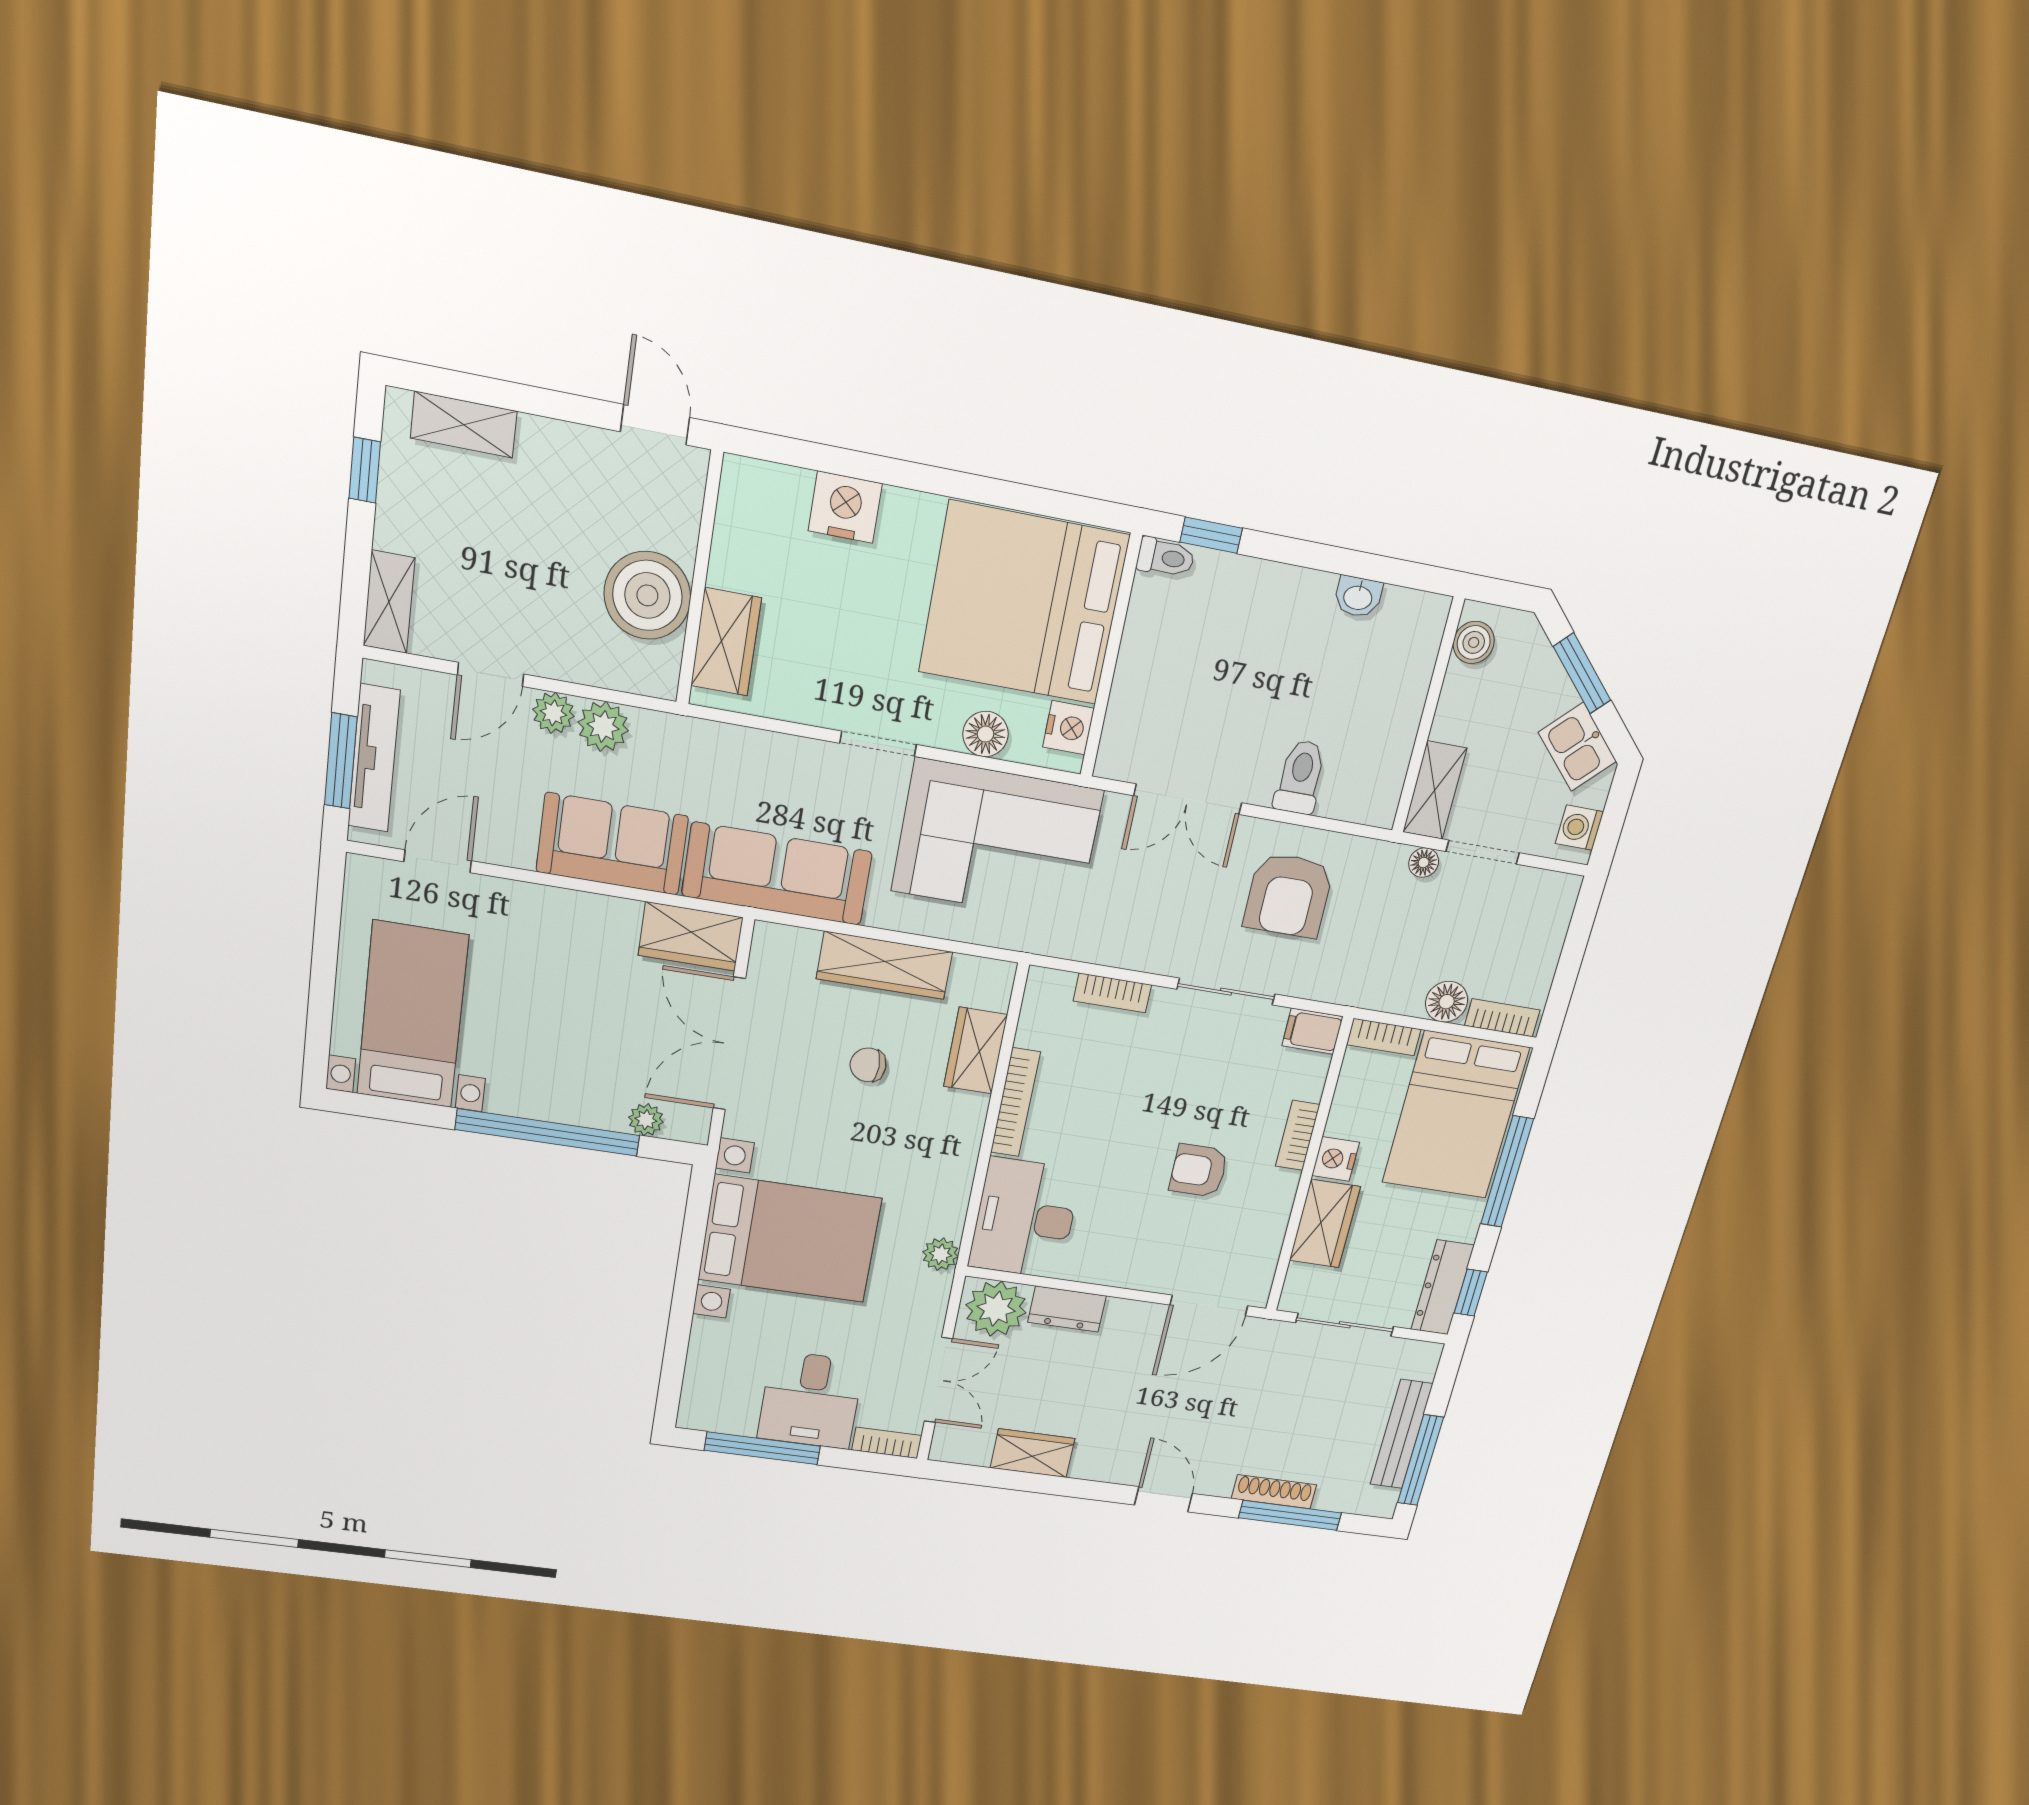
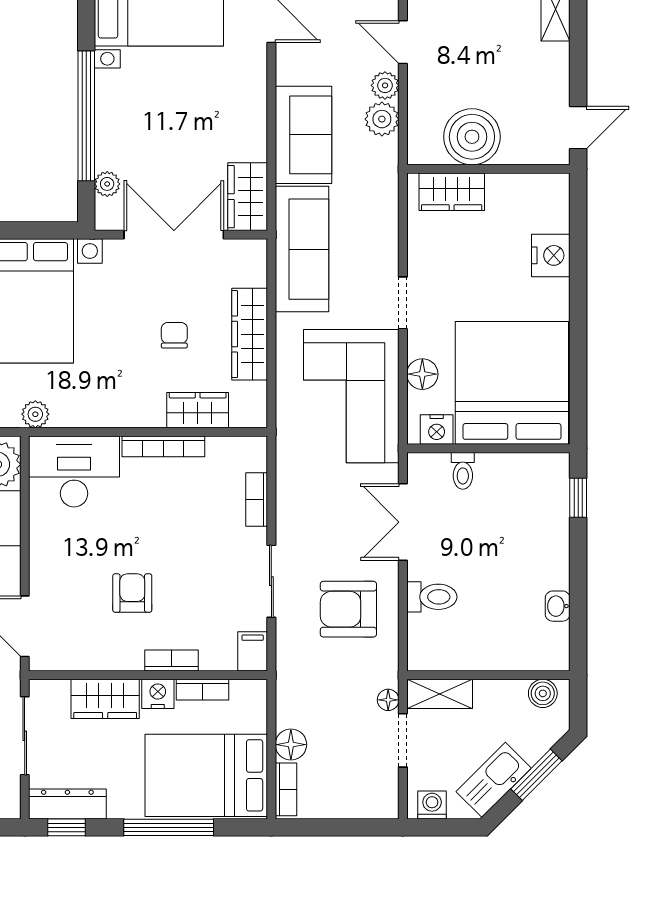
toilet: (1166, 557) -> (463, 471), moved
kitchen sink: (1577, 747) -> (494, 780), width x1.38
bookcase: (1384, 1037) -> (203, 690), moved, turned -90

